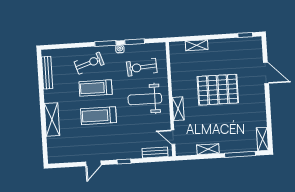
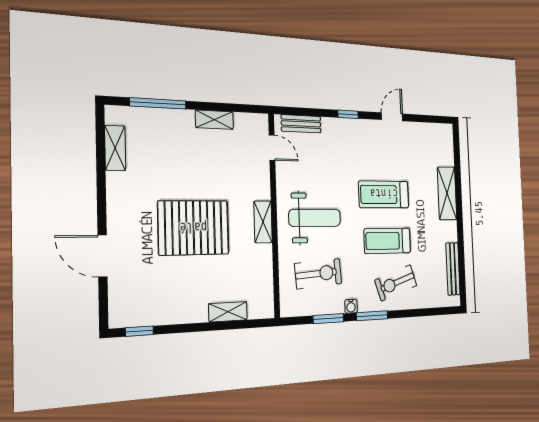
treadmill: (96, 88) -> (387, 241), turned 180
shelving: (178, 109) -> (263, 222), moved
treadmill: (98, 116) -> (384, 194), turned 180
shelving: (262, 139) -> (115, 148), moved

